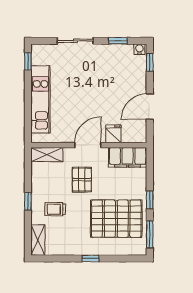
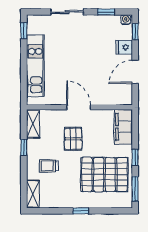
fridge: (113, 134) -> (124, 47), moved, turned -90
door: (88, 145) -> (79, 107), hinge flipped
shelving: (47, 155) -> (33, 124), moved, turned 90
filing cabinet: (128, 157) -> (123, 127), moved, turned 90
window: (28, 201) -> (24, 148), moved

